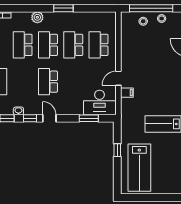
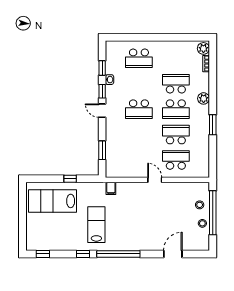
school desk: (48, 45) -> (176, 109), turned 180
door: (118, 78) -> (155, 180), moved
school desk: (48, 82) -> (139, 109), turned 180
filing cabinet: (127, 93) -> (111, 188), moved
desk: (99, 103) -> (118, 161), removed
door: (49, 118) -> (102, 111), swing flipped

